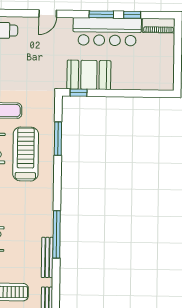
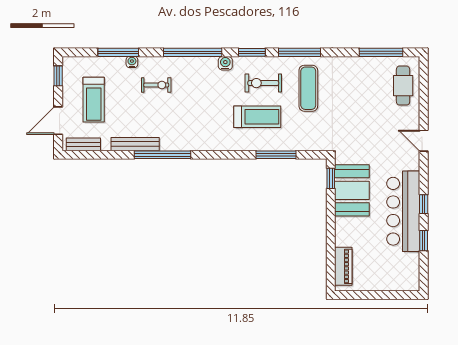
window: (101, 14) -> (424, 204), width x0.67
piano: (159, 26) -> (343, 266), moved, turned 180
treadmill: (26, 154) -> (257, 117), width x0.73, depth x0.73

